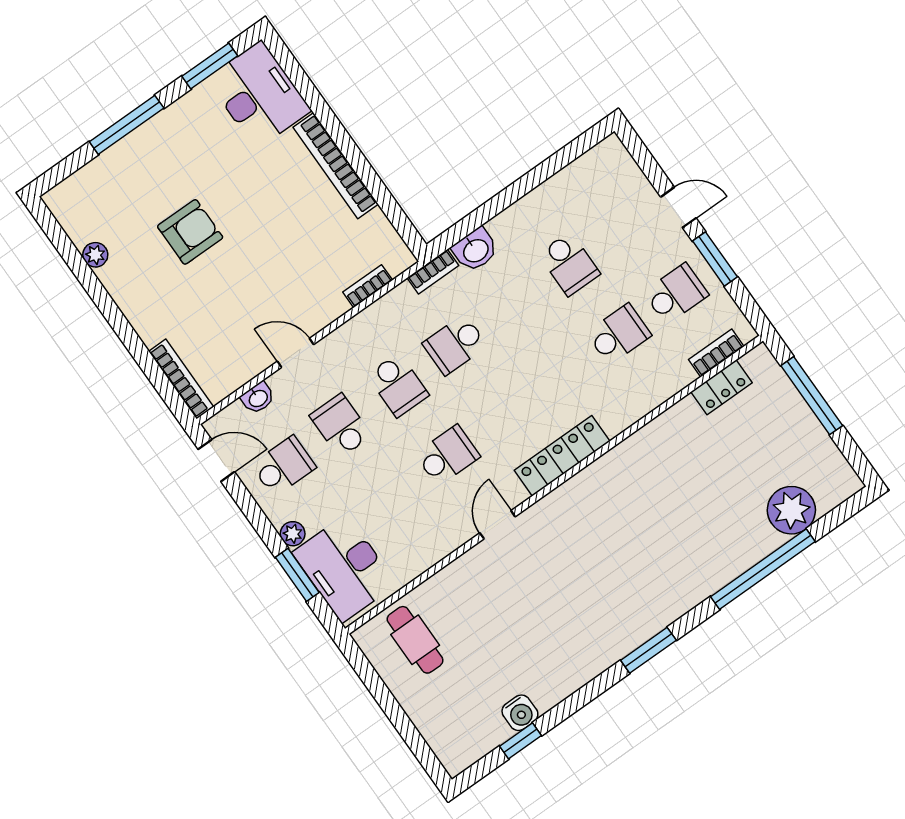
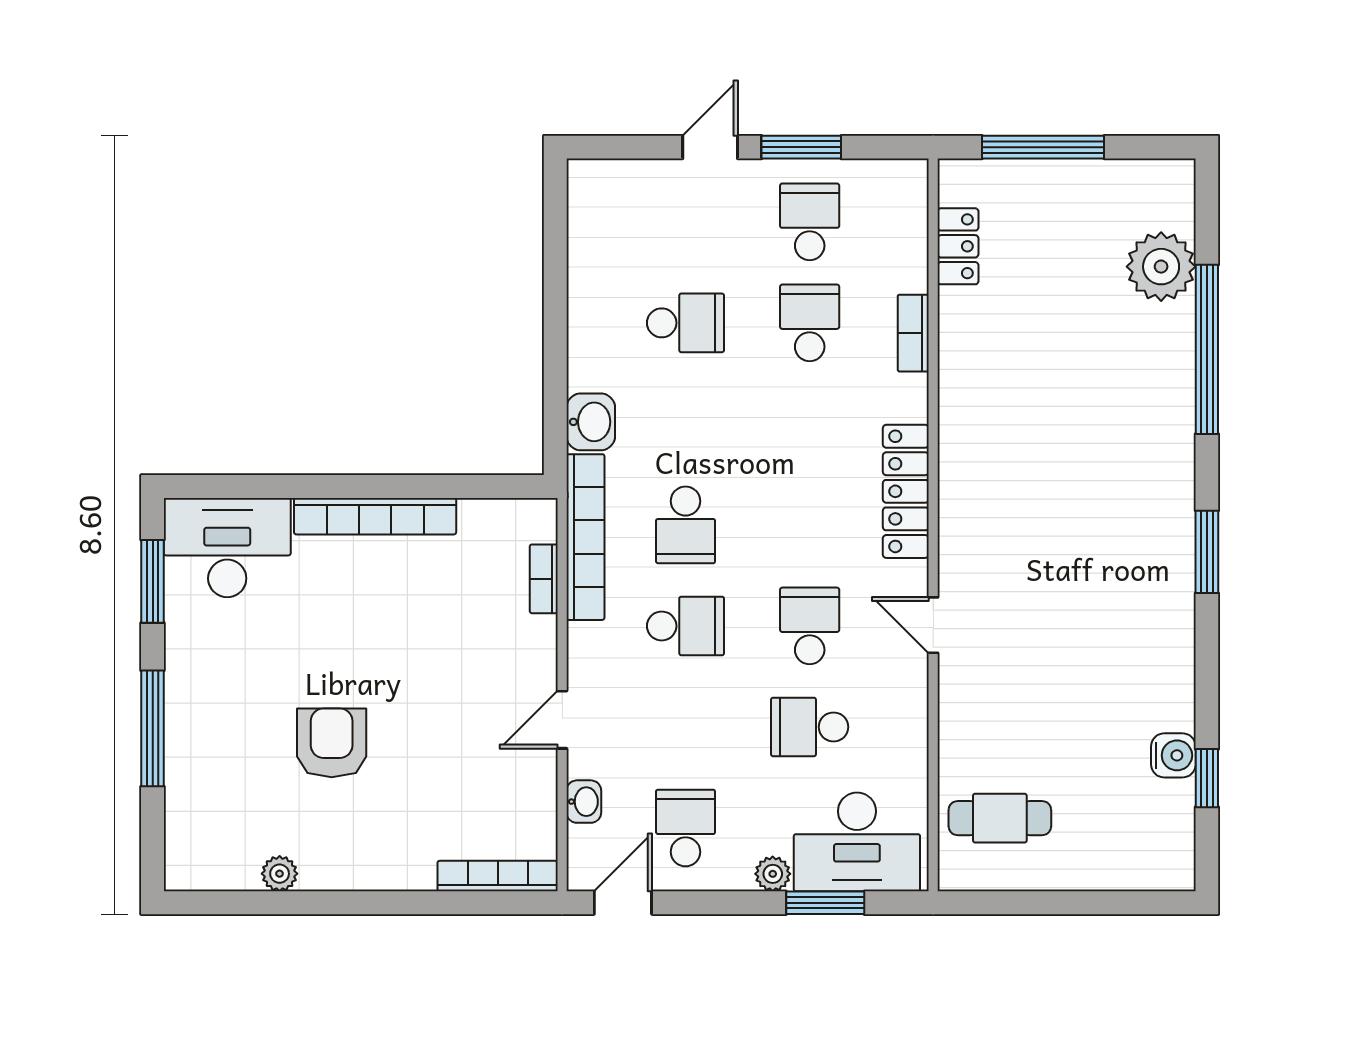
bookcase: (433, 272) -> (585, 537), width x2.31, depth x1.31
bookcase: (716, 353) -> (913, 333), moved
school desk: (341, 426) -> (810, 727), moved

